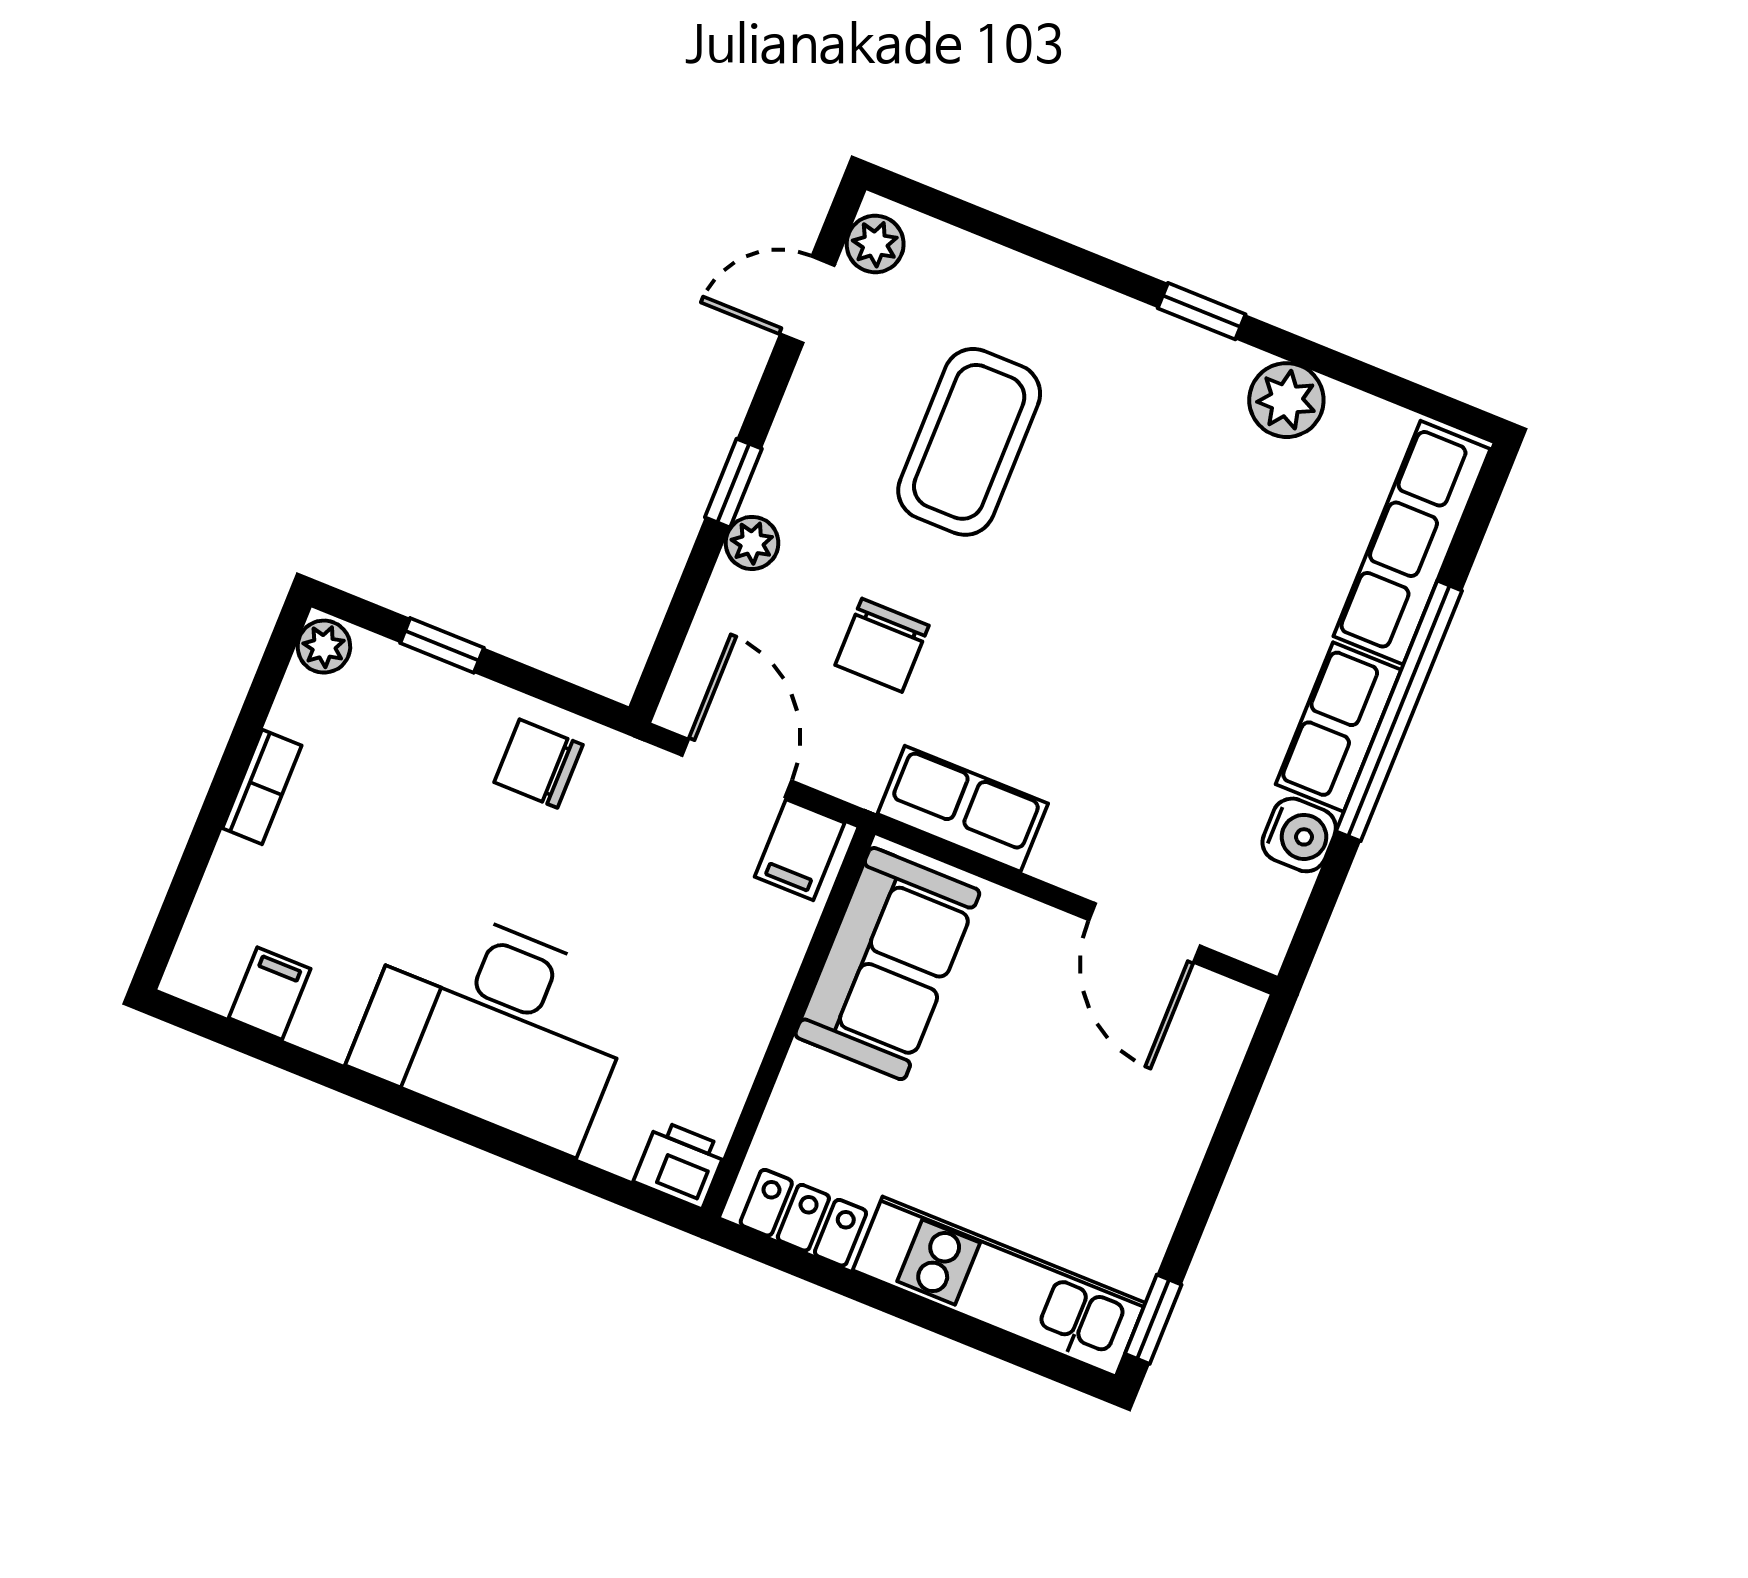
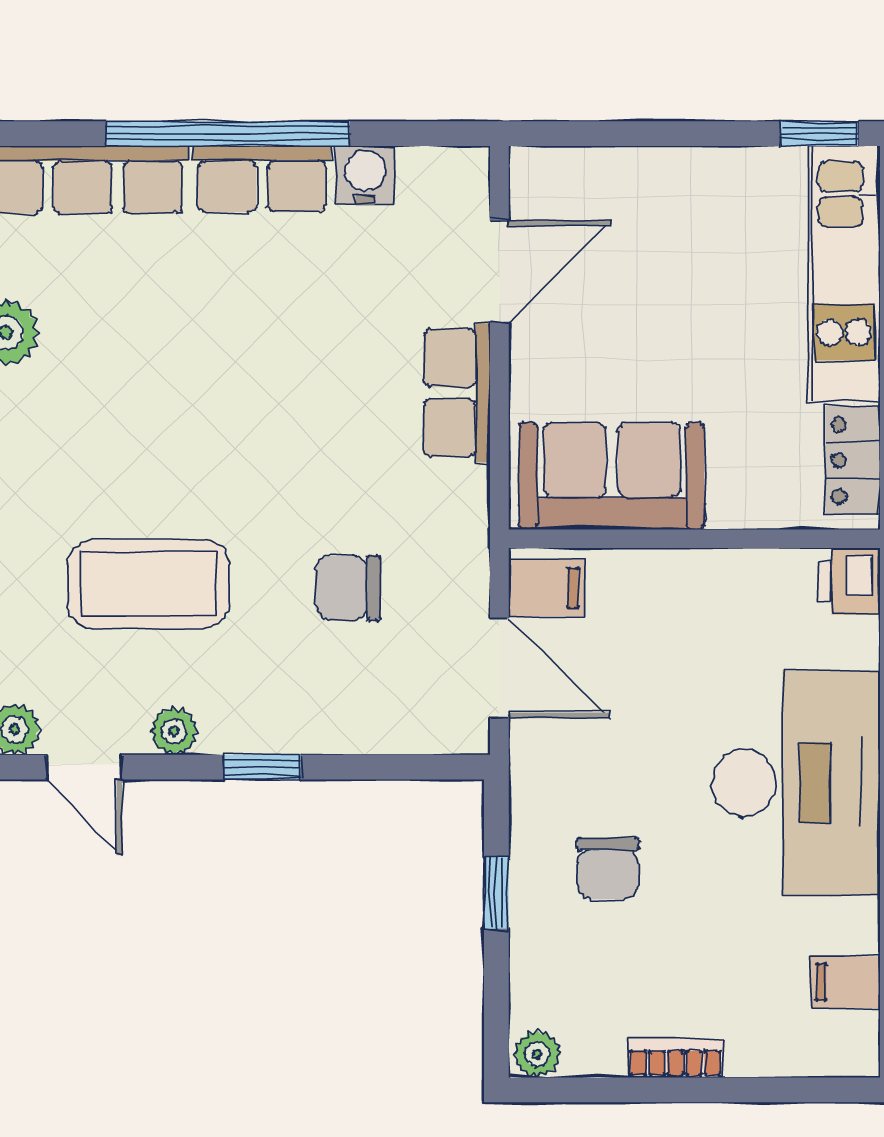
plant: (752, 543) -> (174, 731), moved
window: (442, 645) -> (496, 893), moved
chair: (882, 645) -> (348, 588), turned 180
chair: (538, 764) -> (608, 868), moved
door: (737, 768) -> (499, 668), swing flipped
row of seats: (963, 809) -> (457, 393), moved

